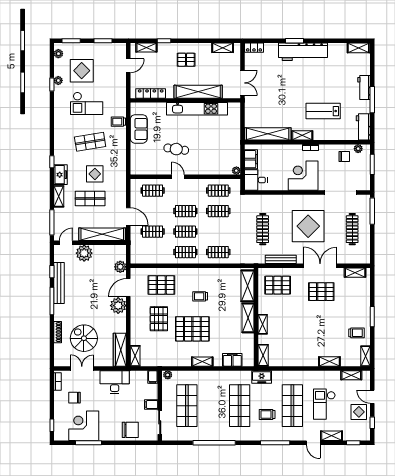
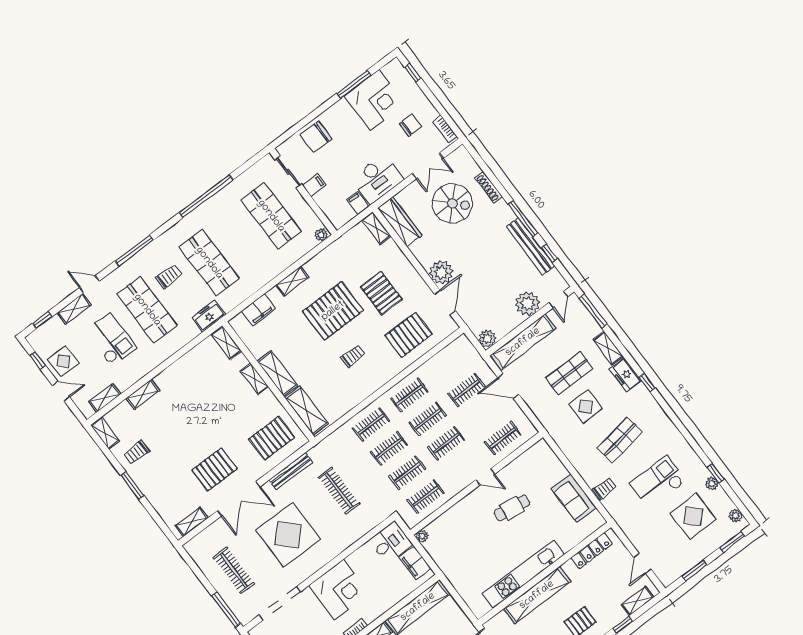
clothes rail: (218, 232) -> (389, 448), added
plant: (120, 267) -> (487, 339), moved
filing cabinet: (153, 377) -> (358, 203), moved

